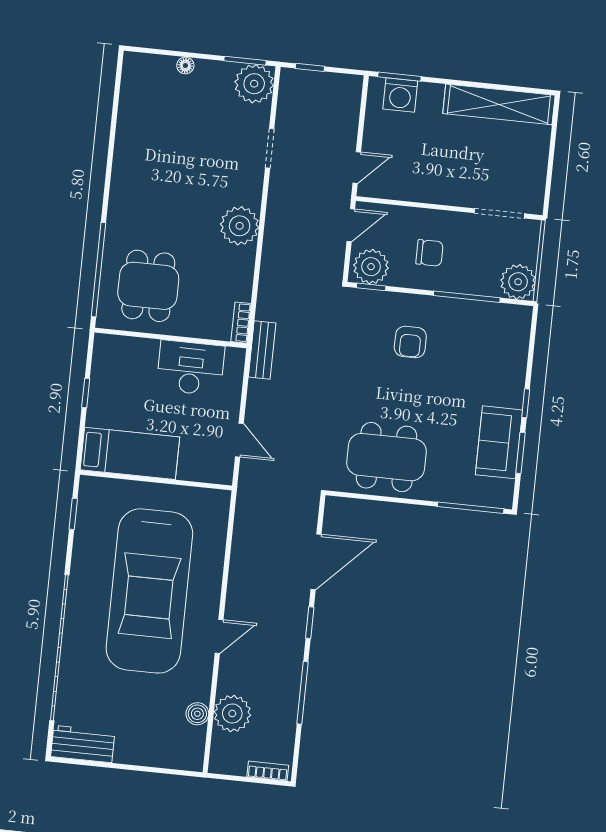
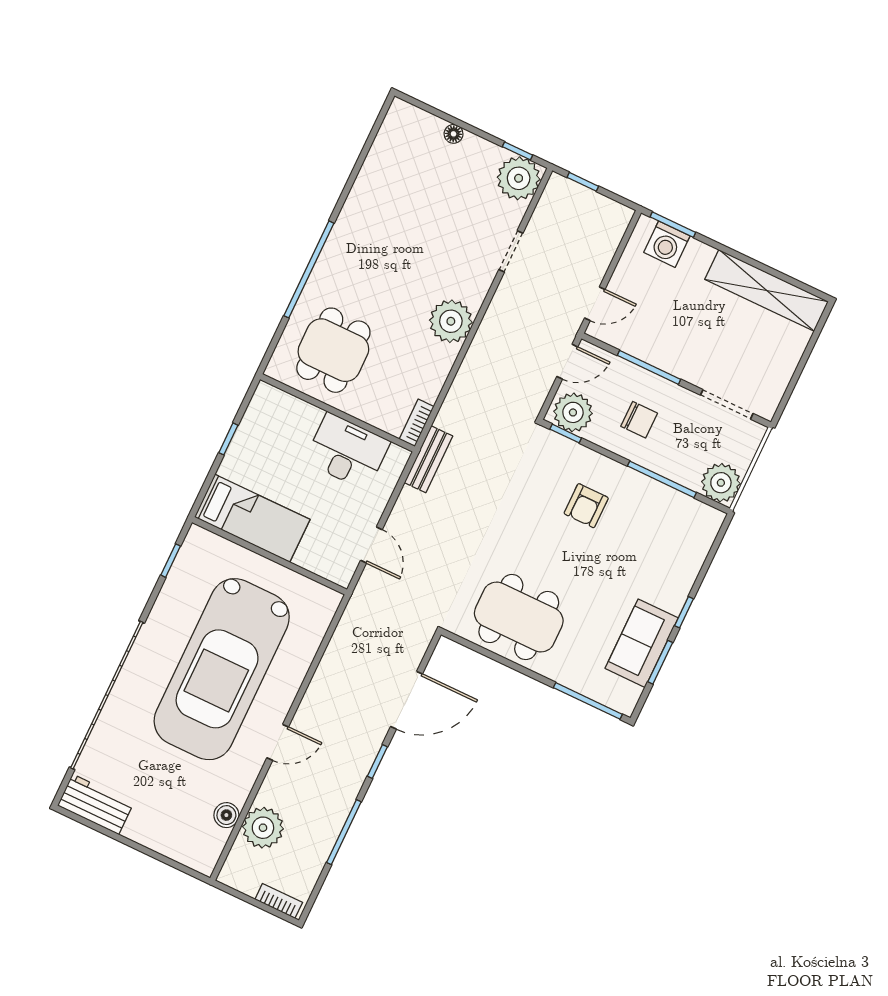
window: (245, 61) -> (518, 151), width x0.67
window: (422, 205) -> (649, 367), added
window: (98, 270) -> (309, 269), moved

